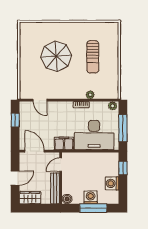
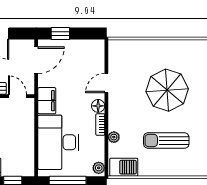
barbecue: (112, 88) -> (124, 167), added
door: (40, 100) -> (106, 83), moved
floor lamp: (68, 106) -> (98, 106), added
window: (15, 120) -> (60, 34), moved

